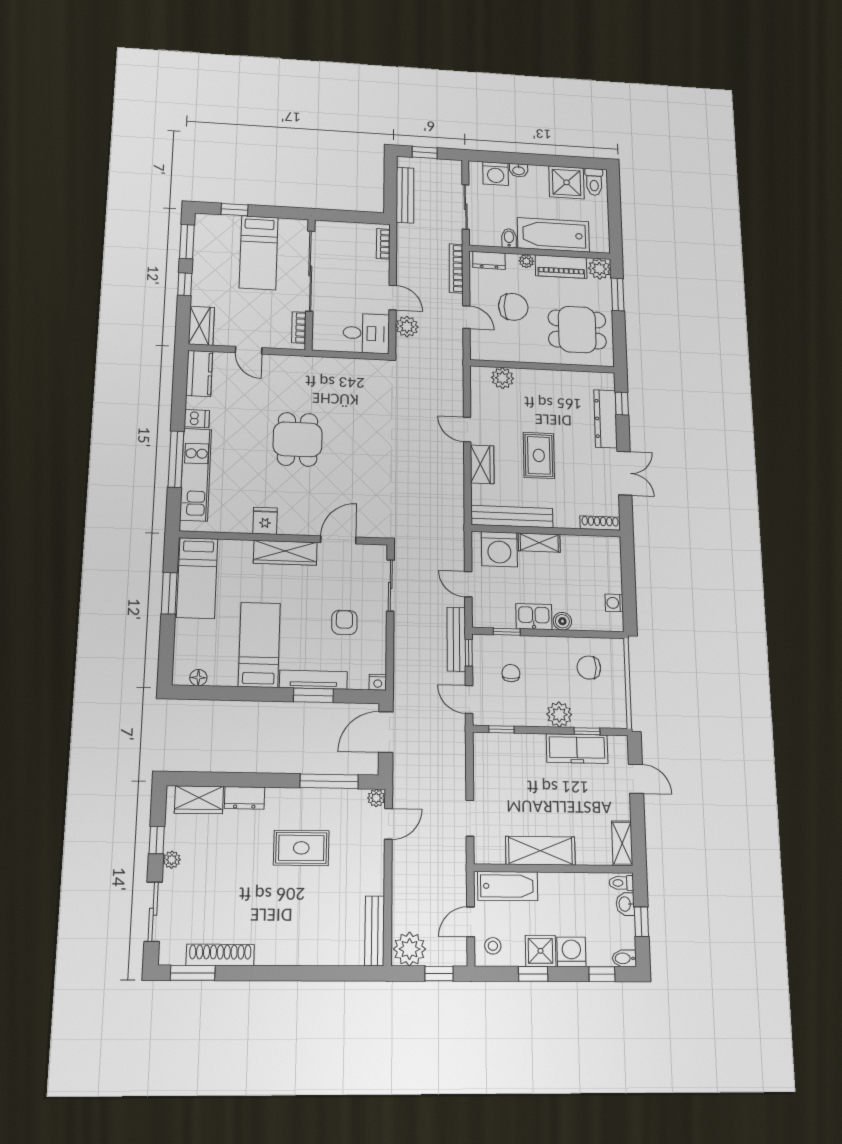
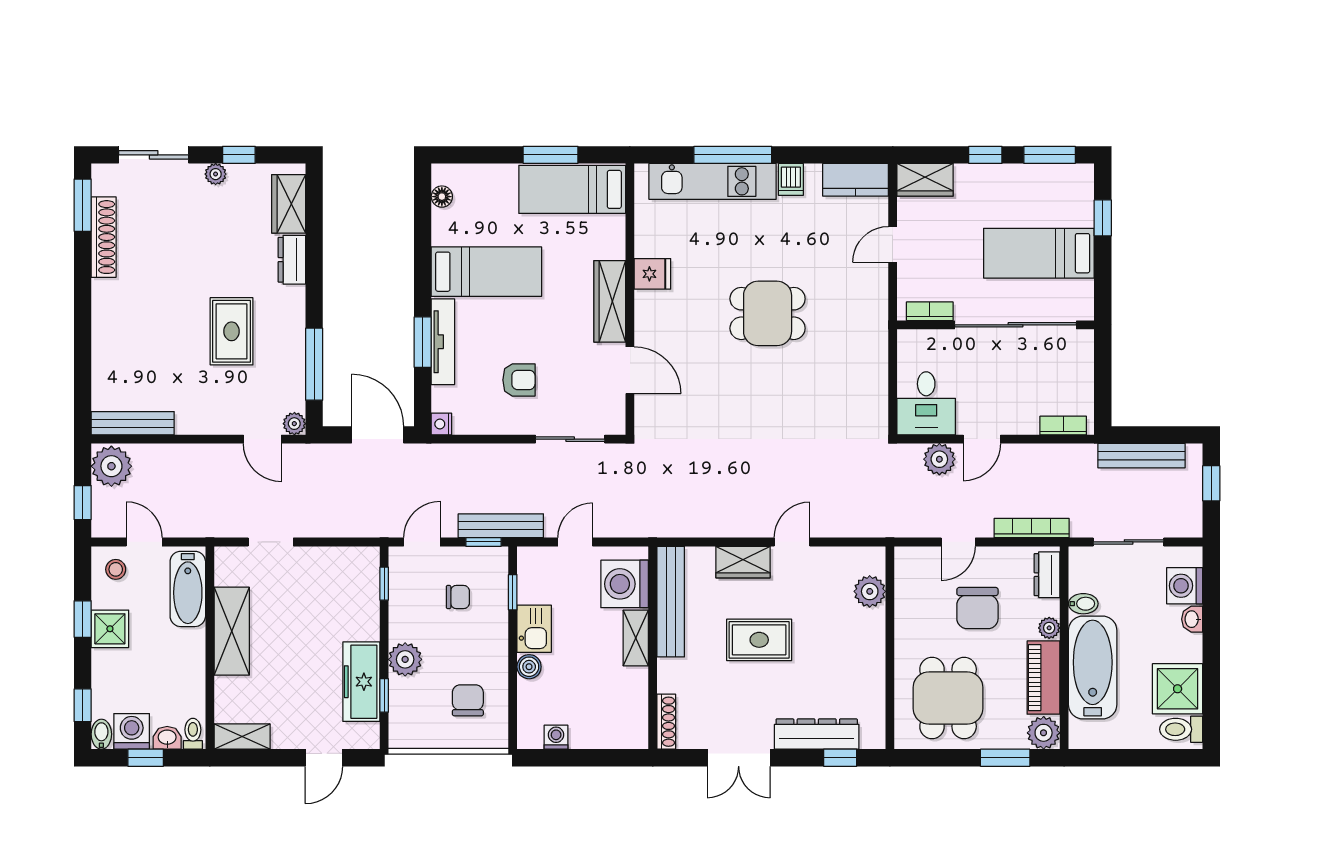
washing machine: (571, 952) -> (132, 731), moved, turned -90

